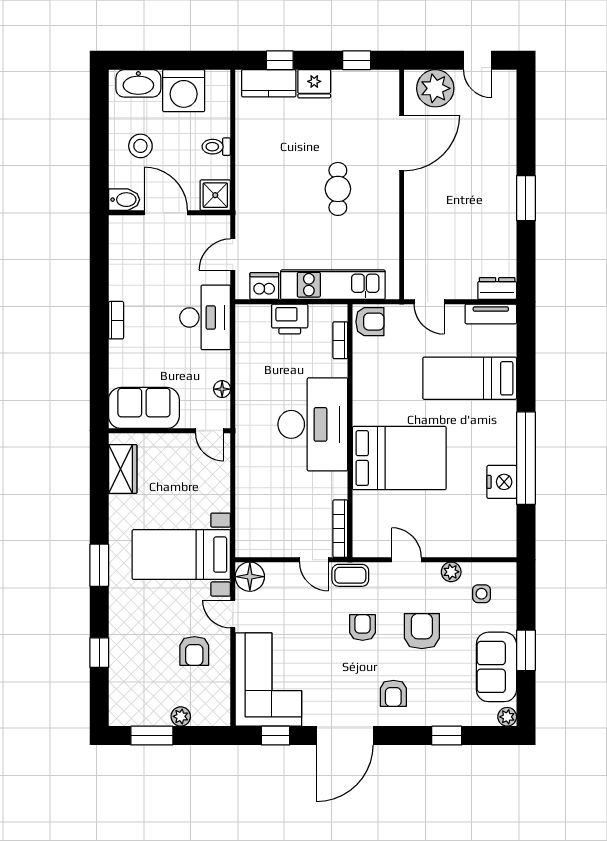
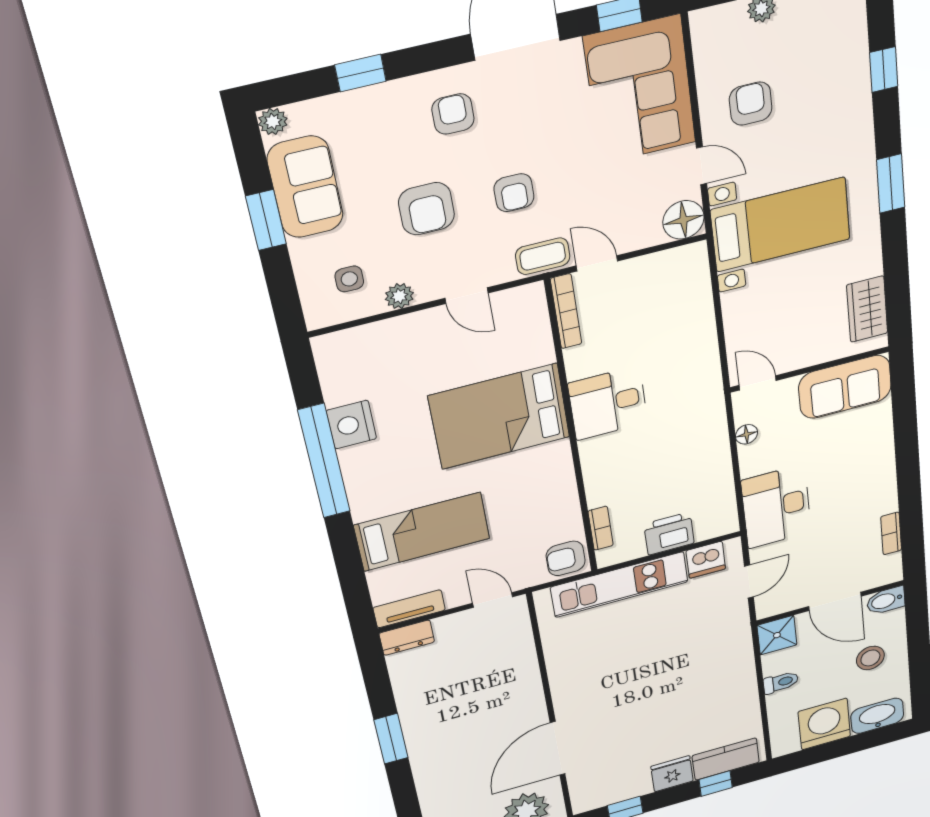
cafe table: (338, 189) -> (628, 683), removed
bookcase: (116, 320) -> (891, 533), moved
desk: (313, 424) -> (608, 403), width x0.53, depth x0.77

